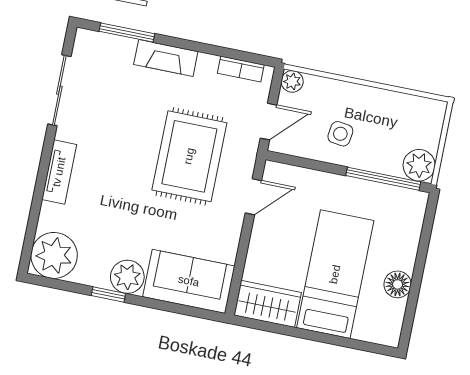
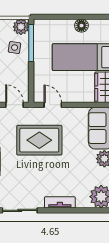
side table: (340, 134) -> (15, 48), moved

